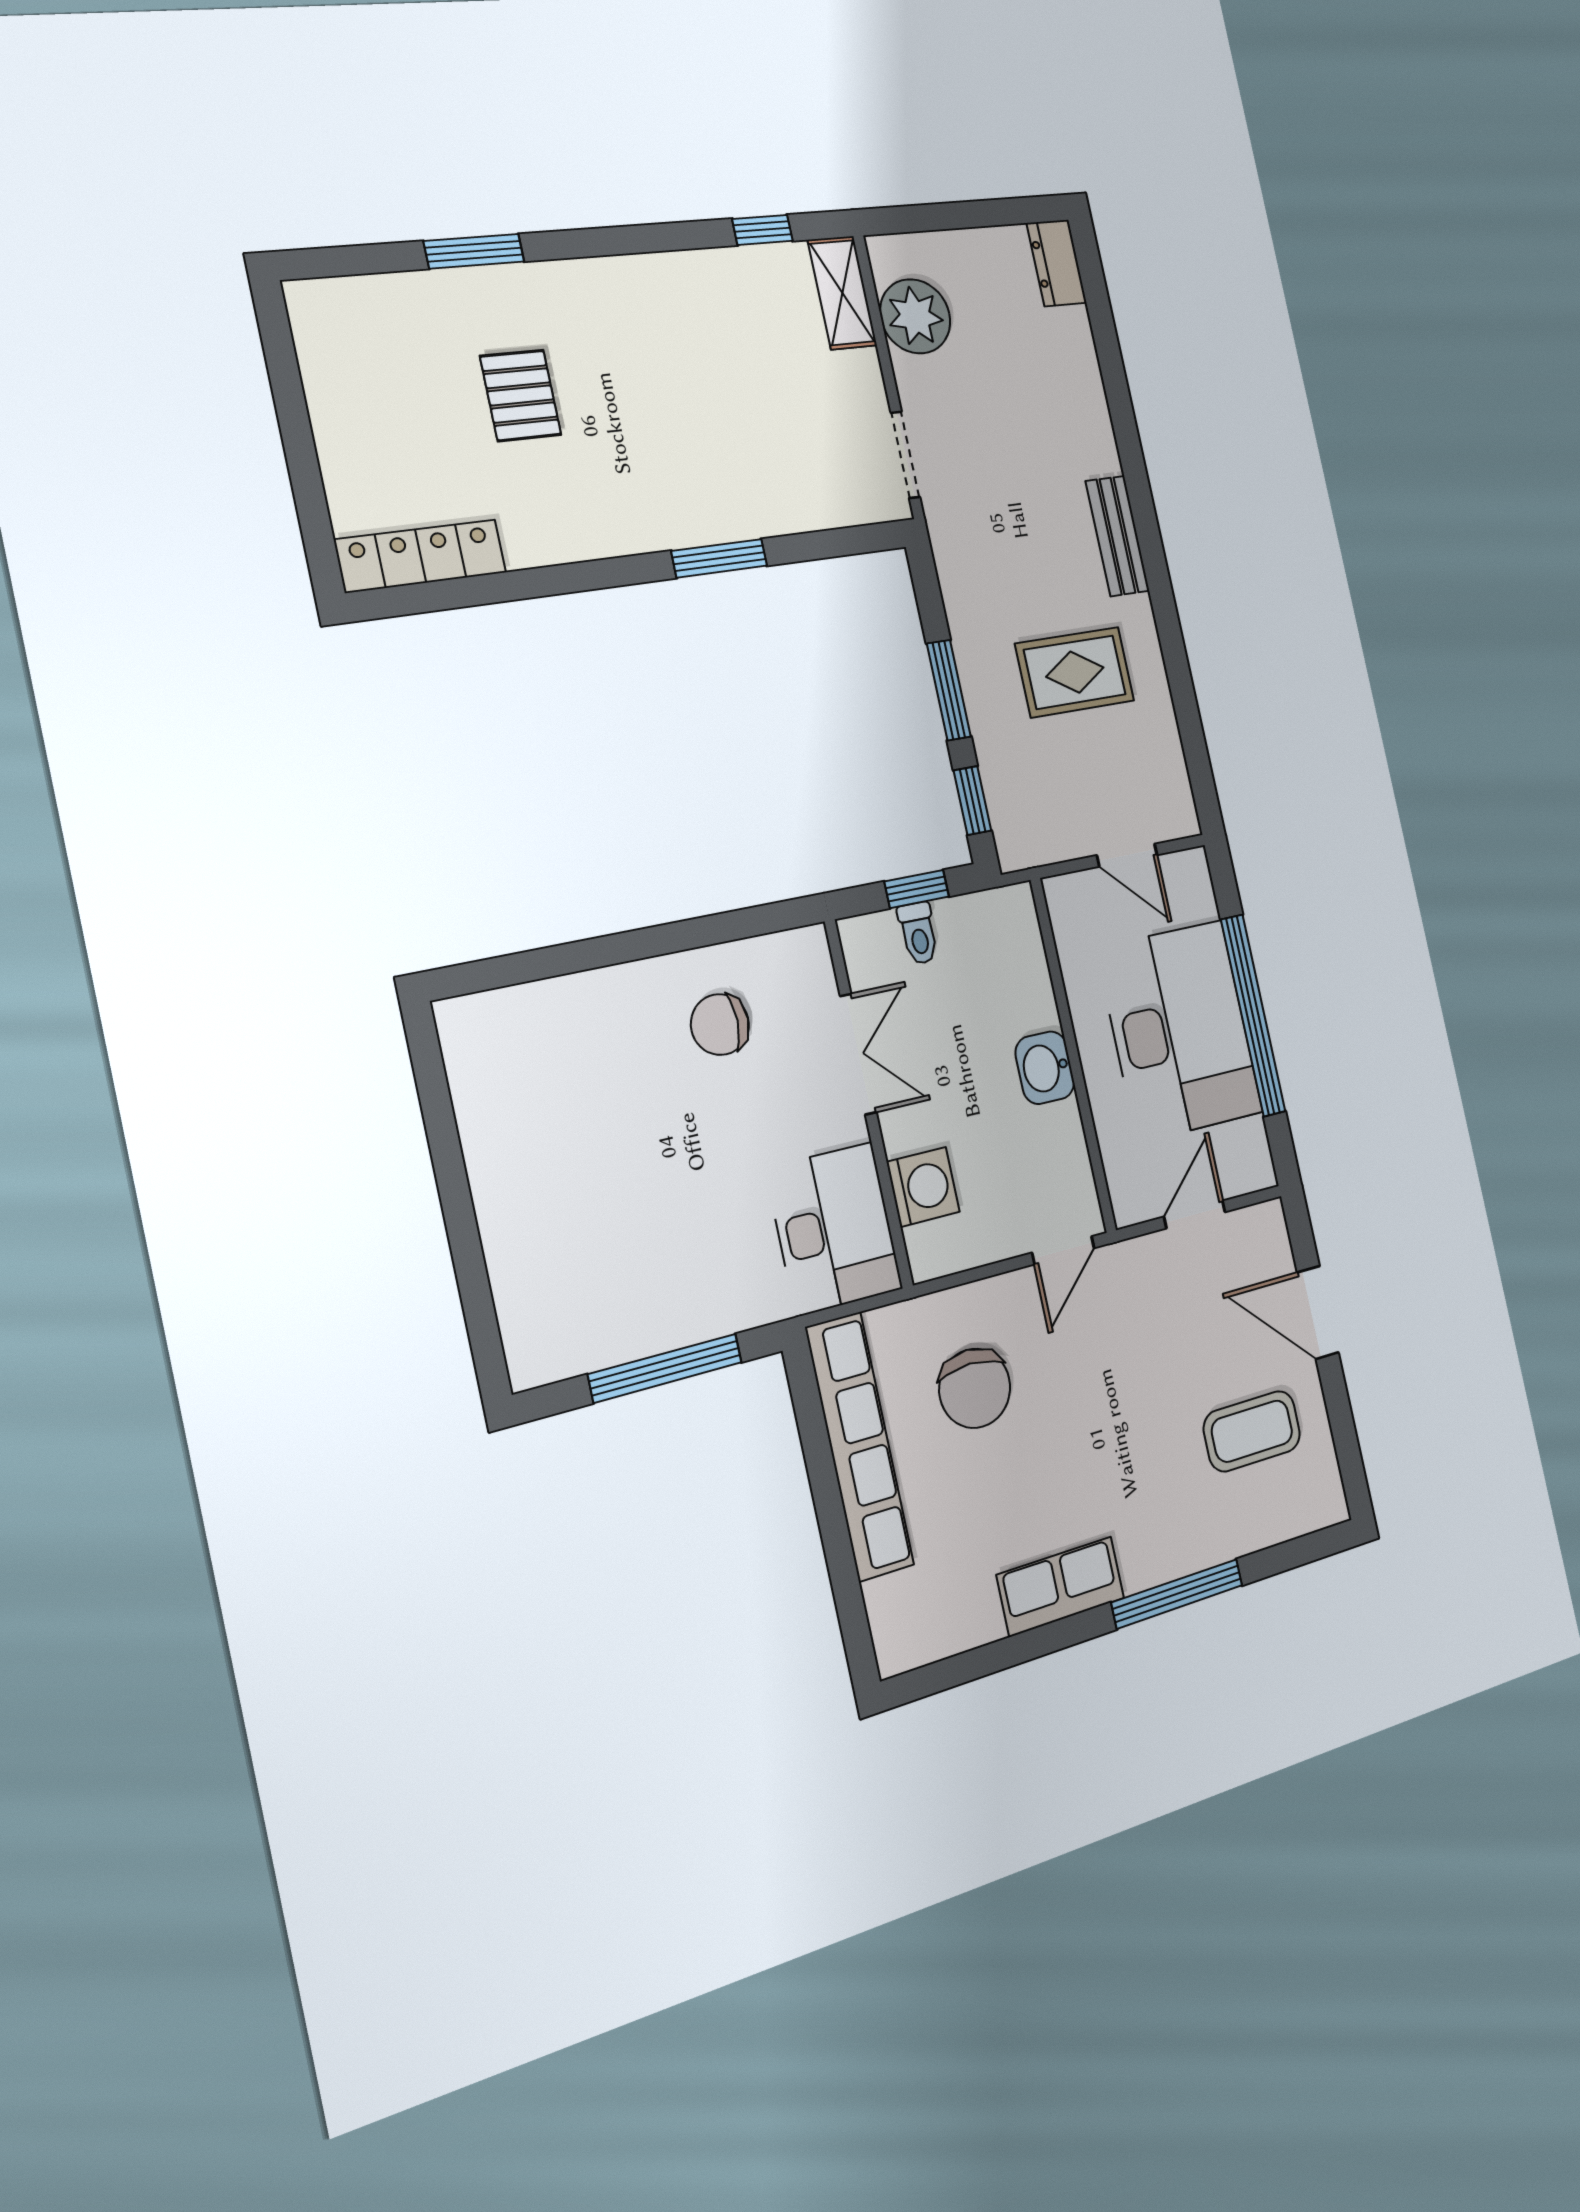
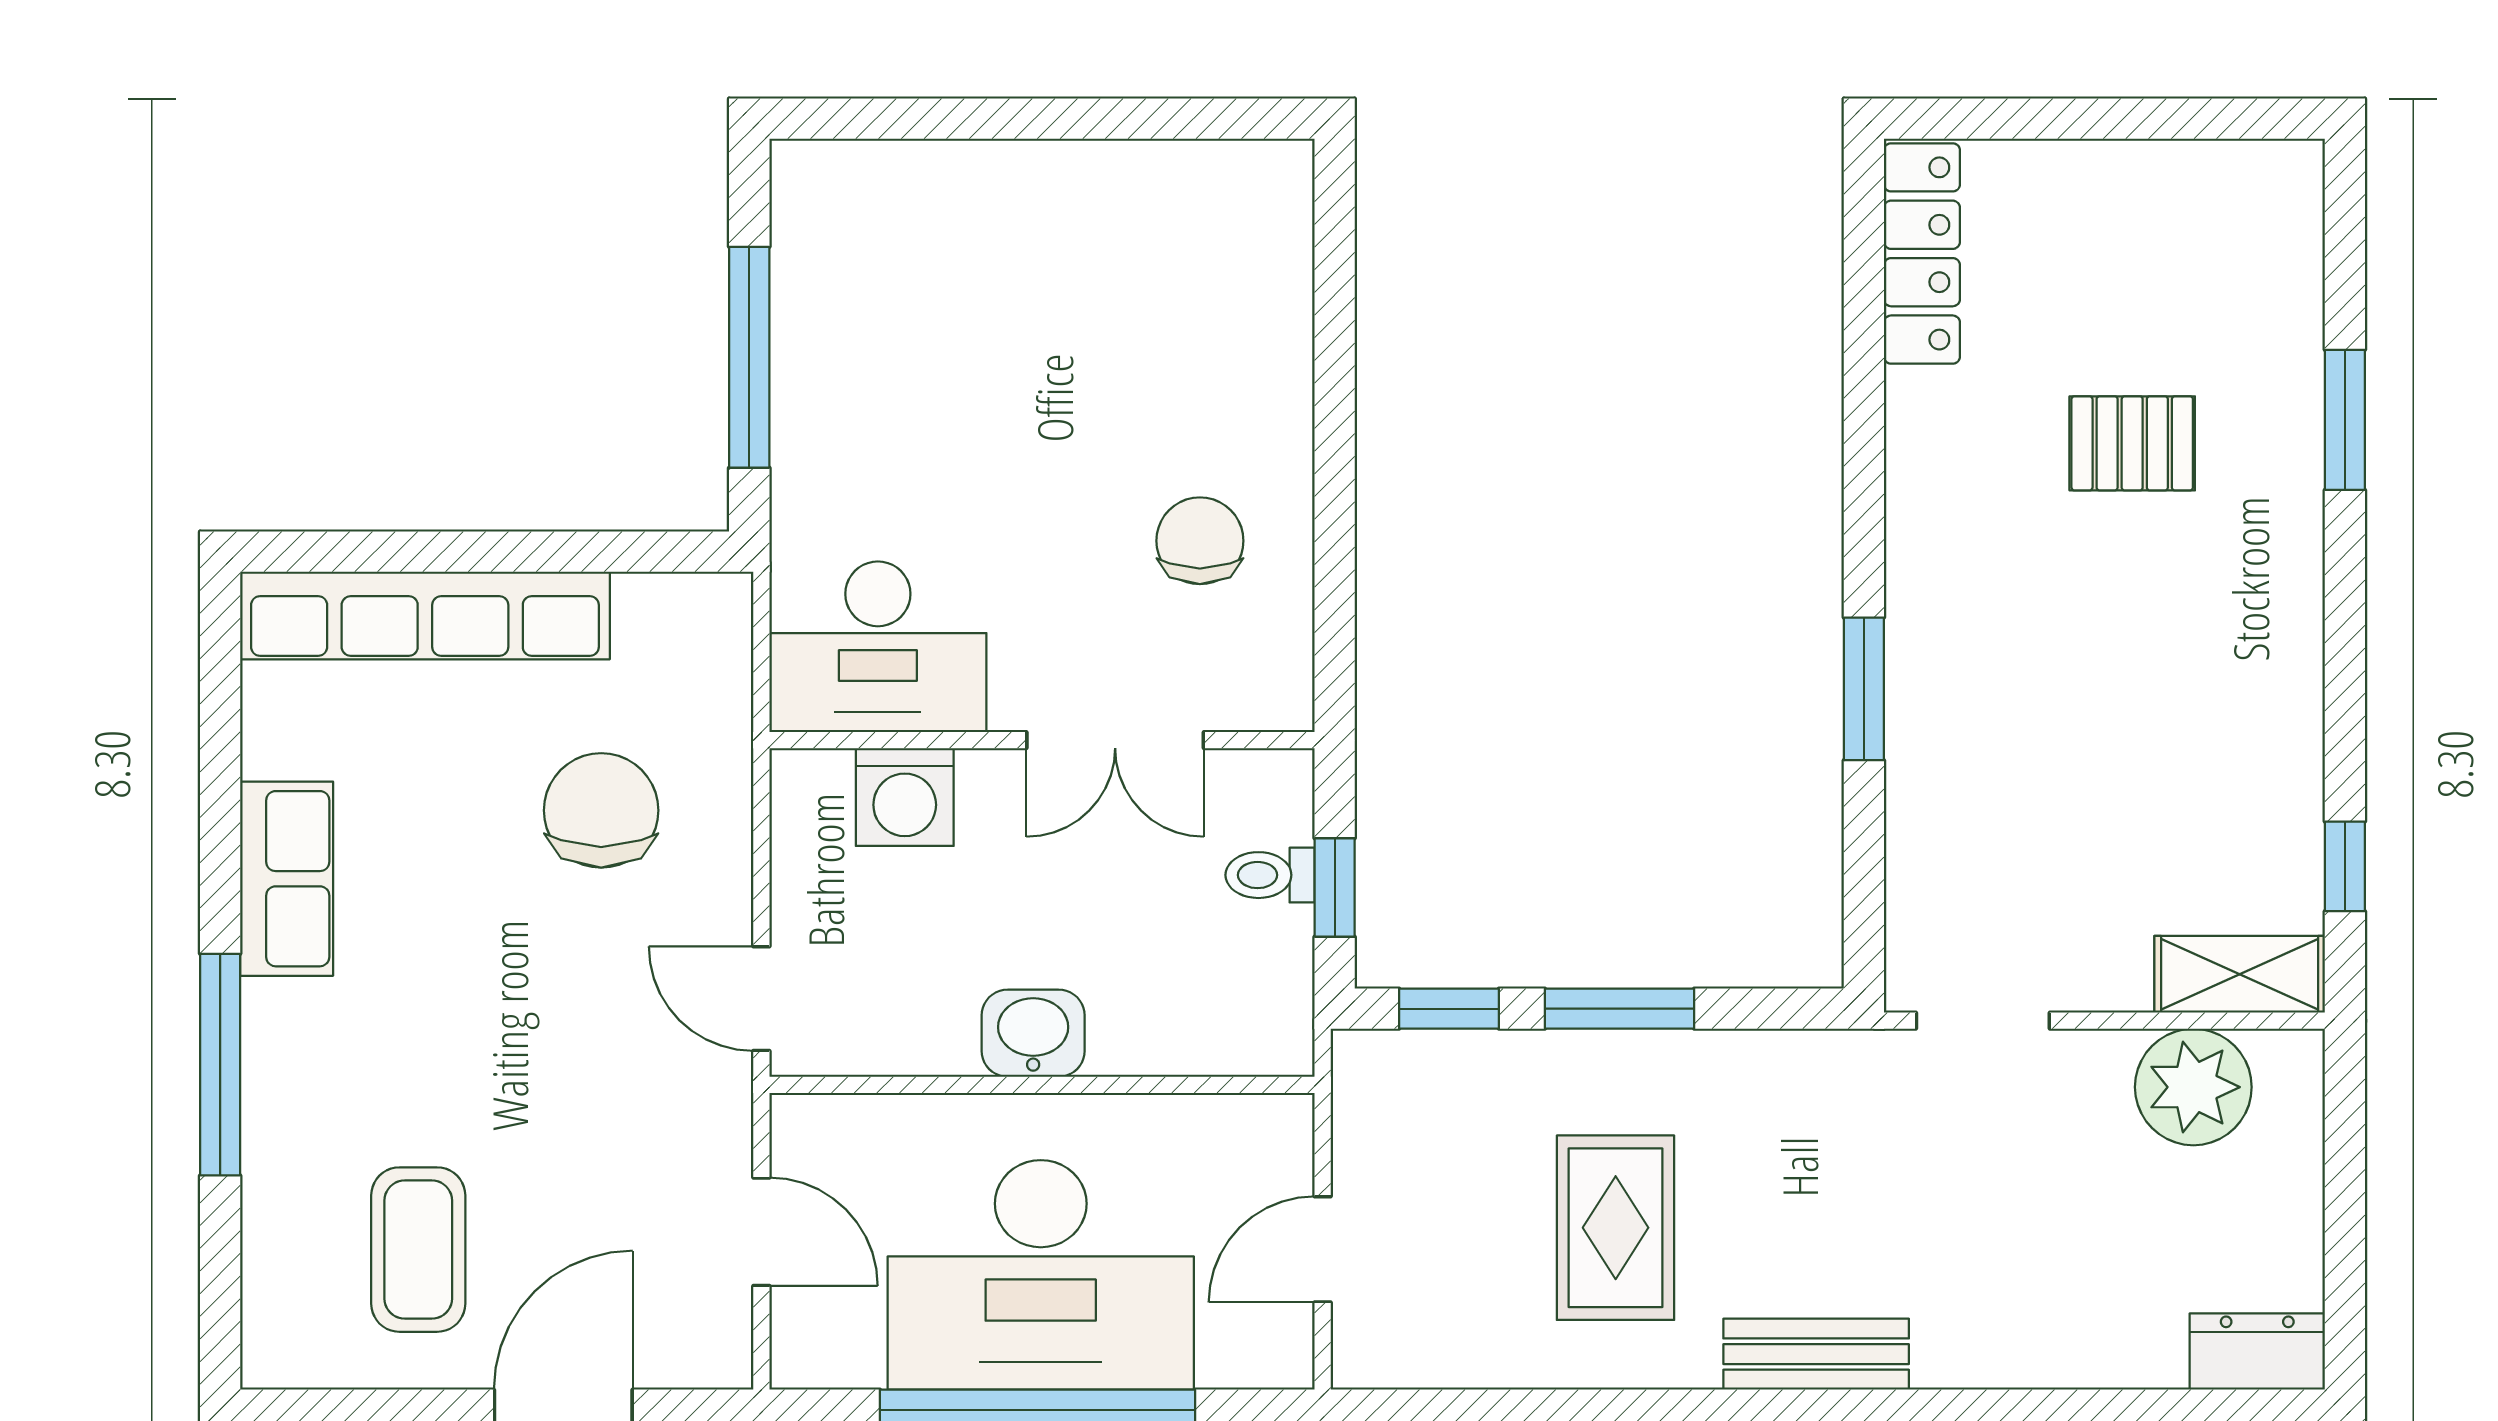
chair: (975, 1388) -> (601, 810), turned 90
row of seats: (860, 1446) -> (425, 615), moved

